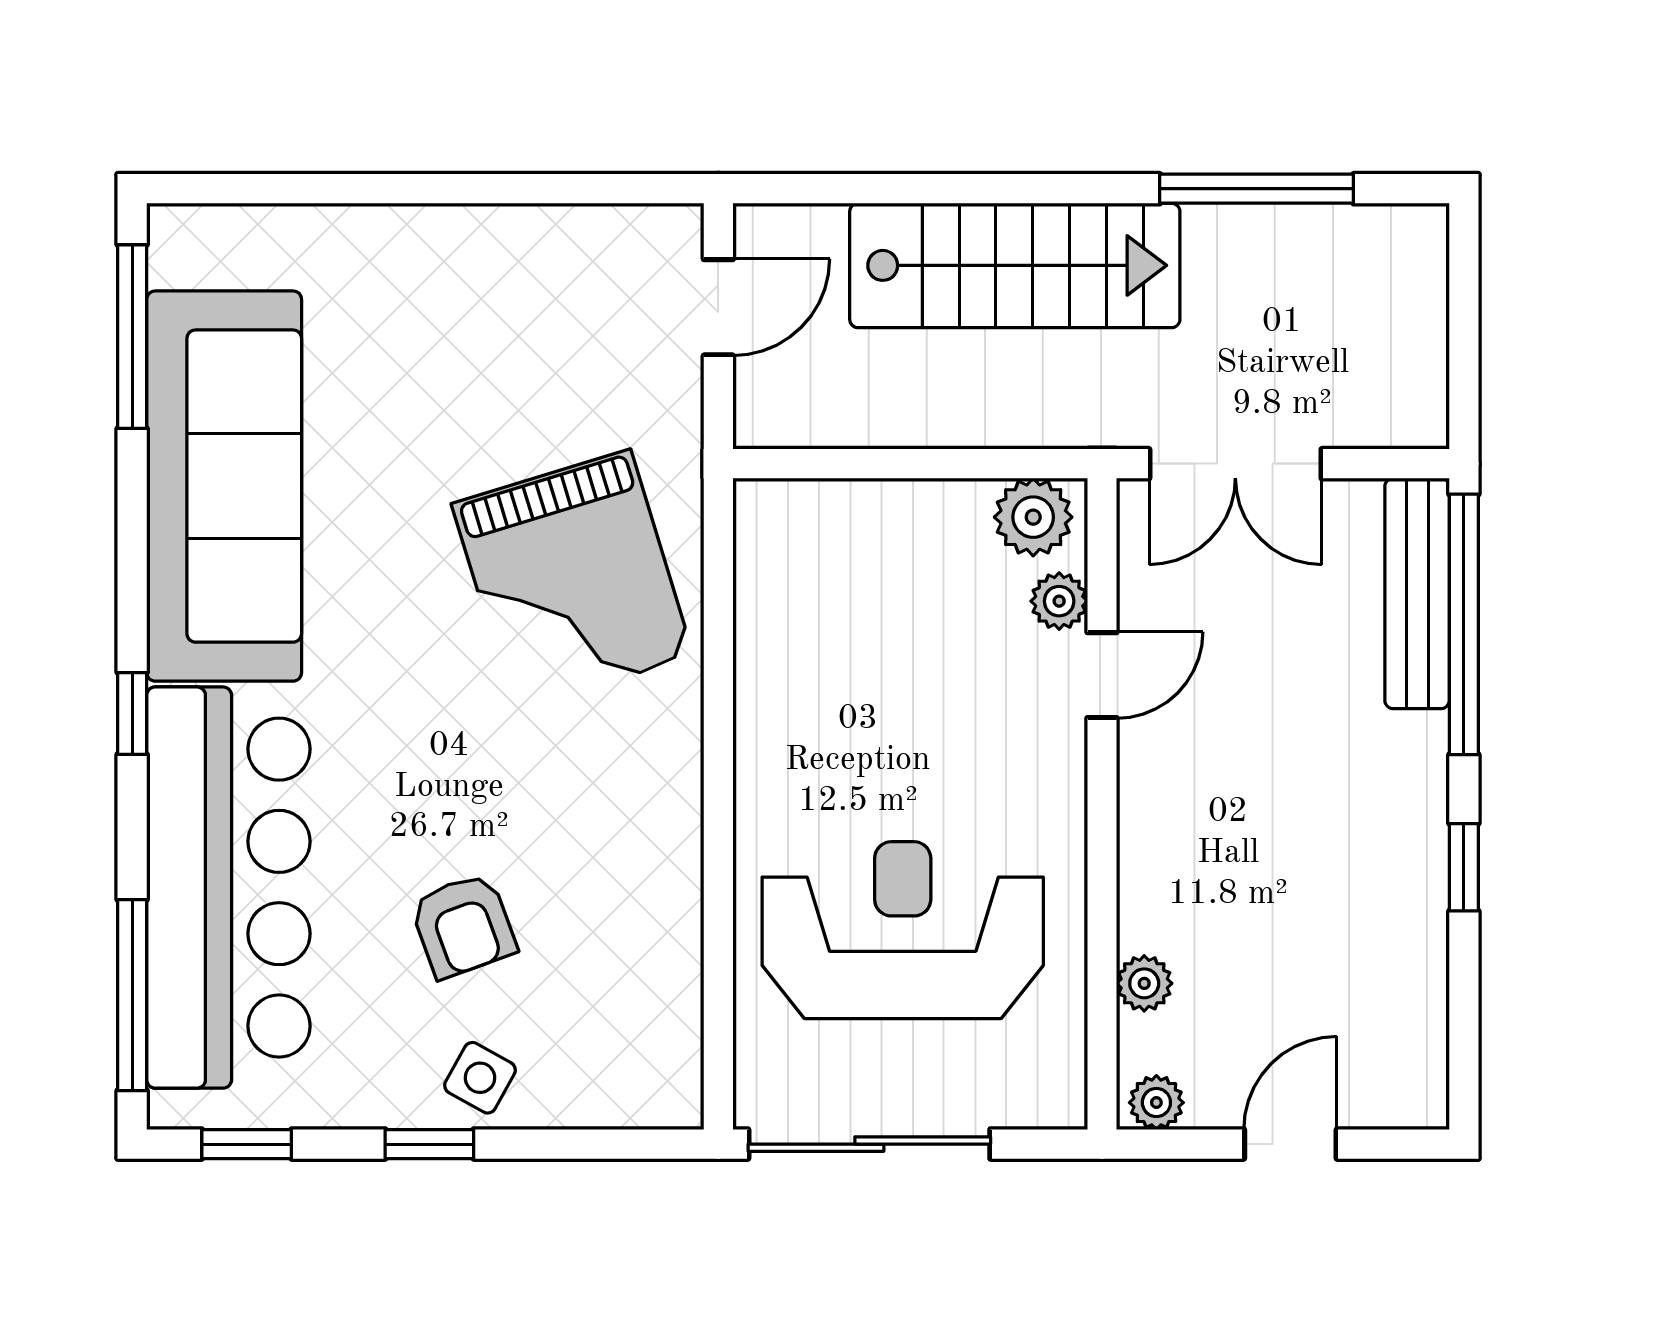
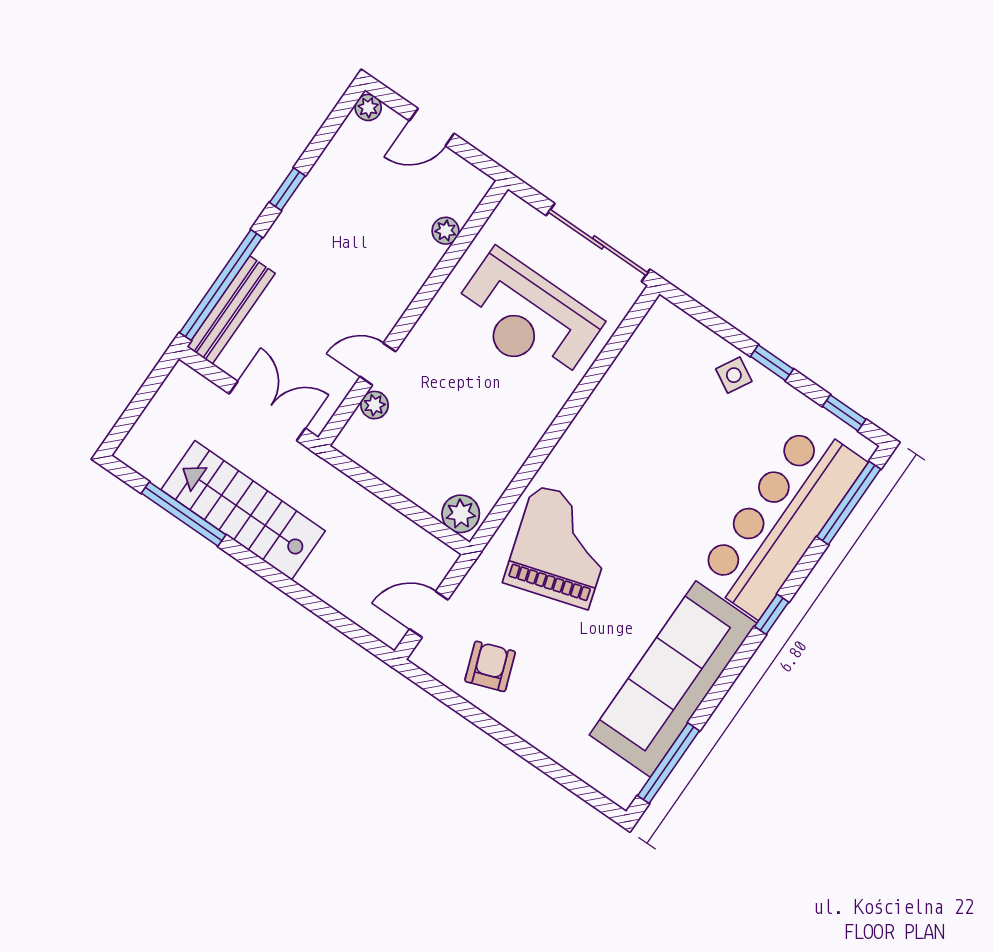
stairs: (1015, 265) -> (243, 510), moved
plant: (1033, 517) -> (461, 514), moved
armchair: (463, 926) -> (490, 666), moved
plant: (1156, 1103) -> (368, 107), moved

